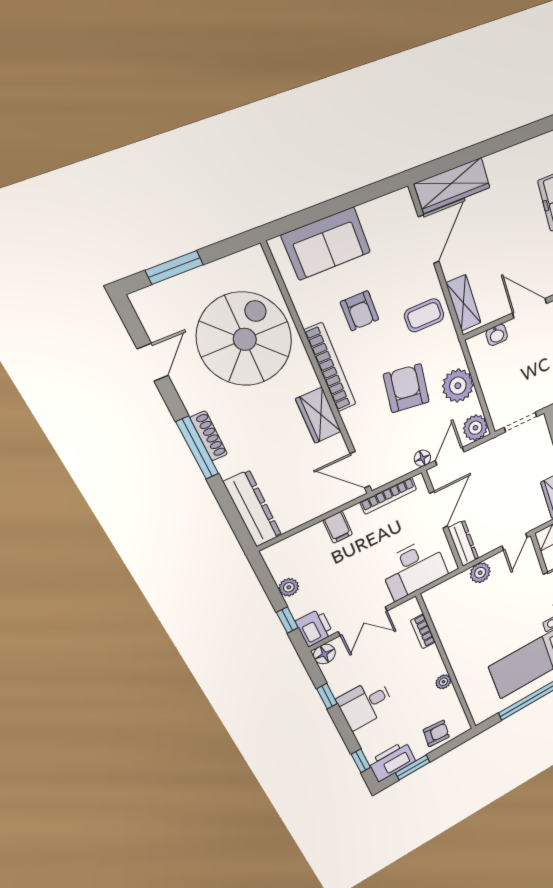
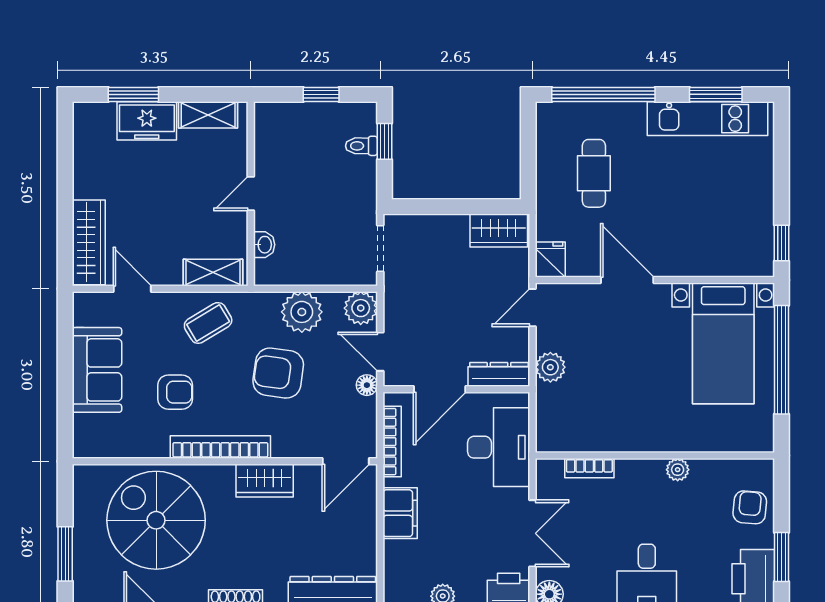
door: (429, 239) -> (132, 289), width x0.73
sofa: (326, 244) -> (97, 370), moved
door: (530, 308) -> (251, 194), width x0.73
coffee table: (424, 315) -> (208, 323), turned 59
door: (439, 510) -> (440, 389), swing flipped
filing cabinet: (338, 527) -> (400, 513), width x2.00
door: (515, 542) -> (533, 308), swing flipped

